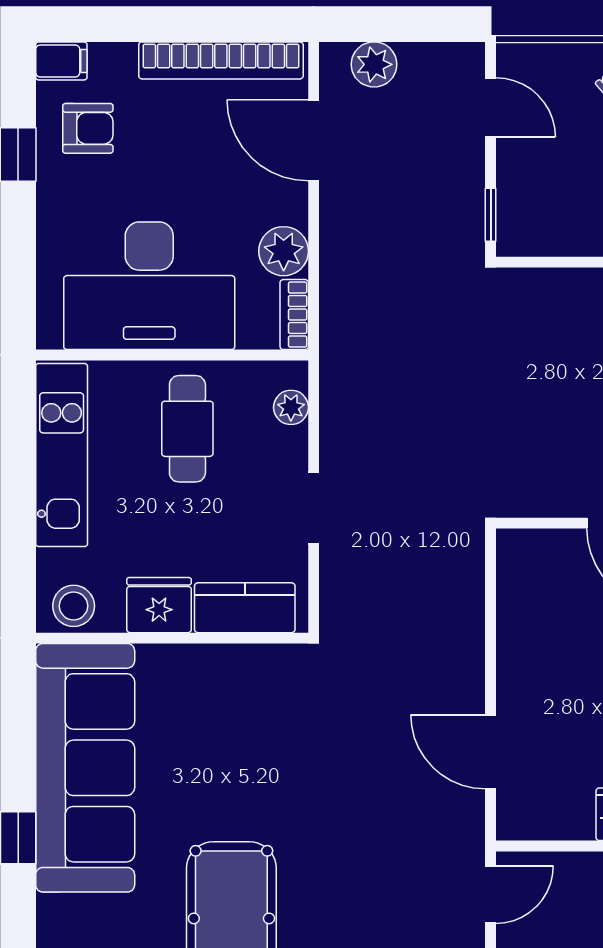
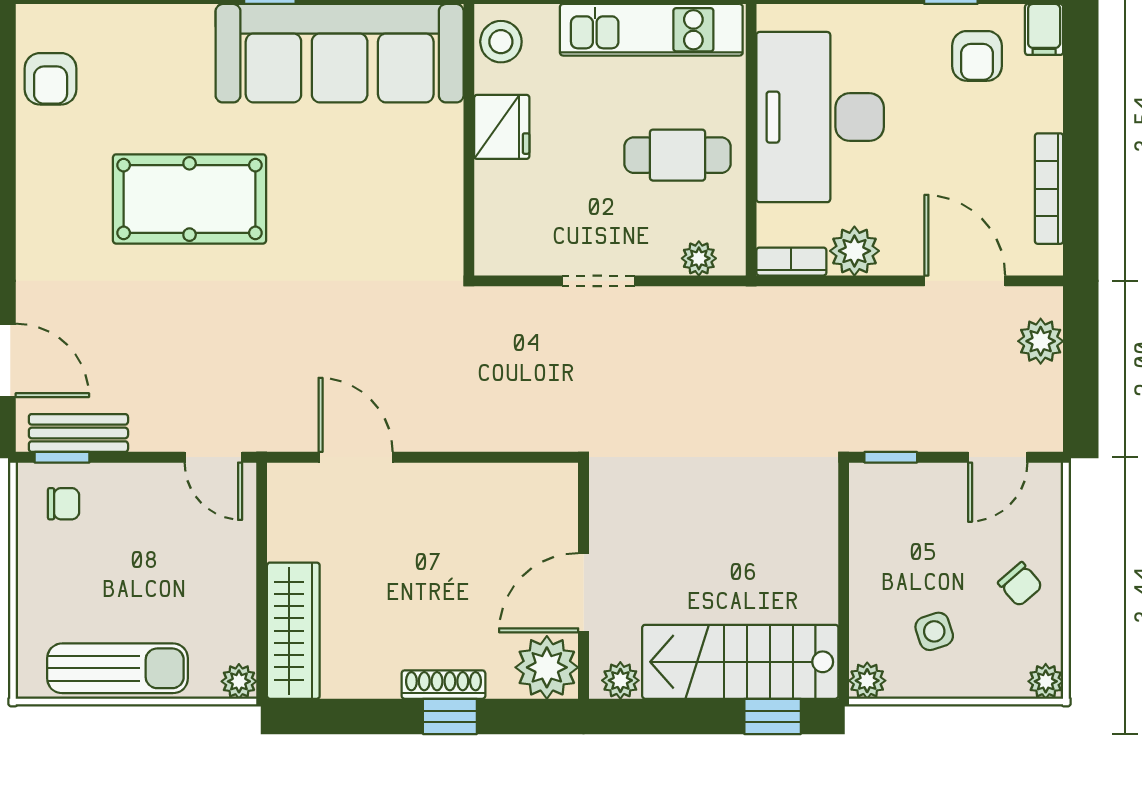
bookcase: (221, 60) -> (1049, 189), width x0.68, depth x0.76
door: (314, 140) -> (965, 281), hinge flipped
kitchen counter: (245, 608) -> (499, 212), removed
door: (491, 752) -> (356, 457), hinge flipped

